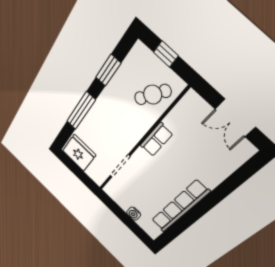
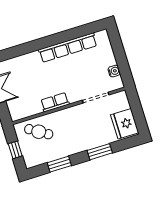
window: (81, 111) -> (100, 152), width x0.69
water cooler: (134, 214) -> (114, 71), moved

